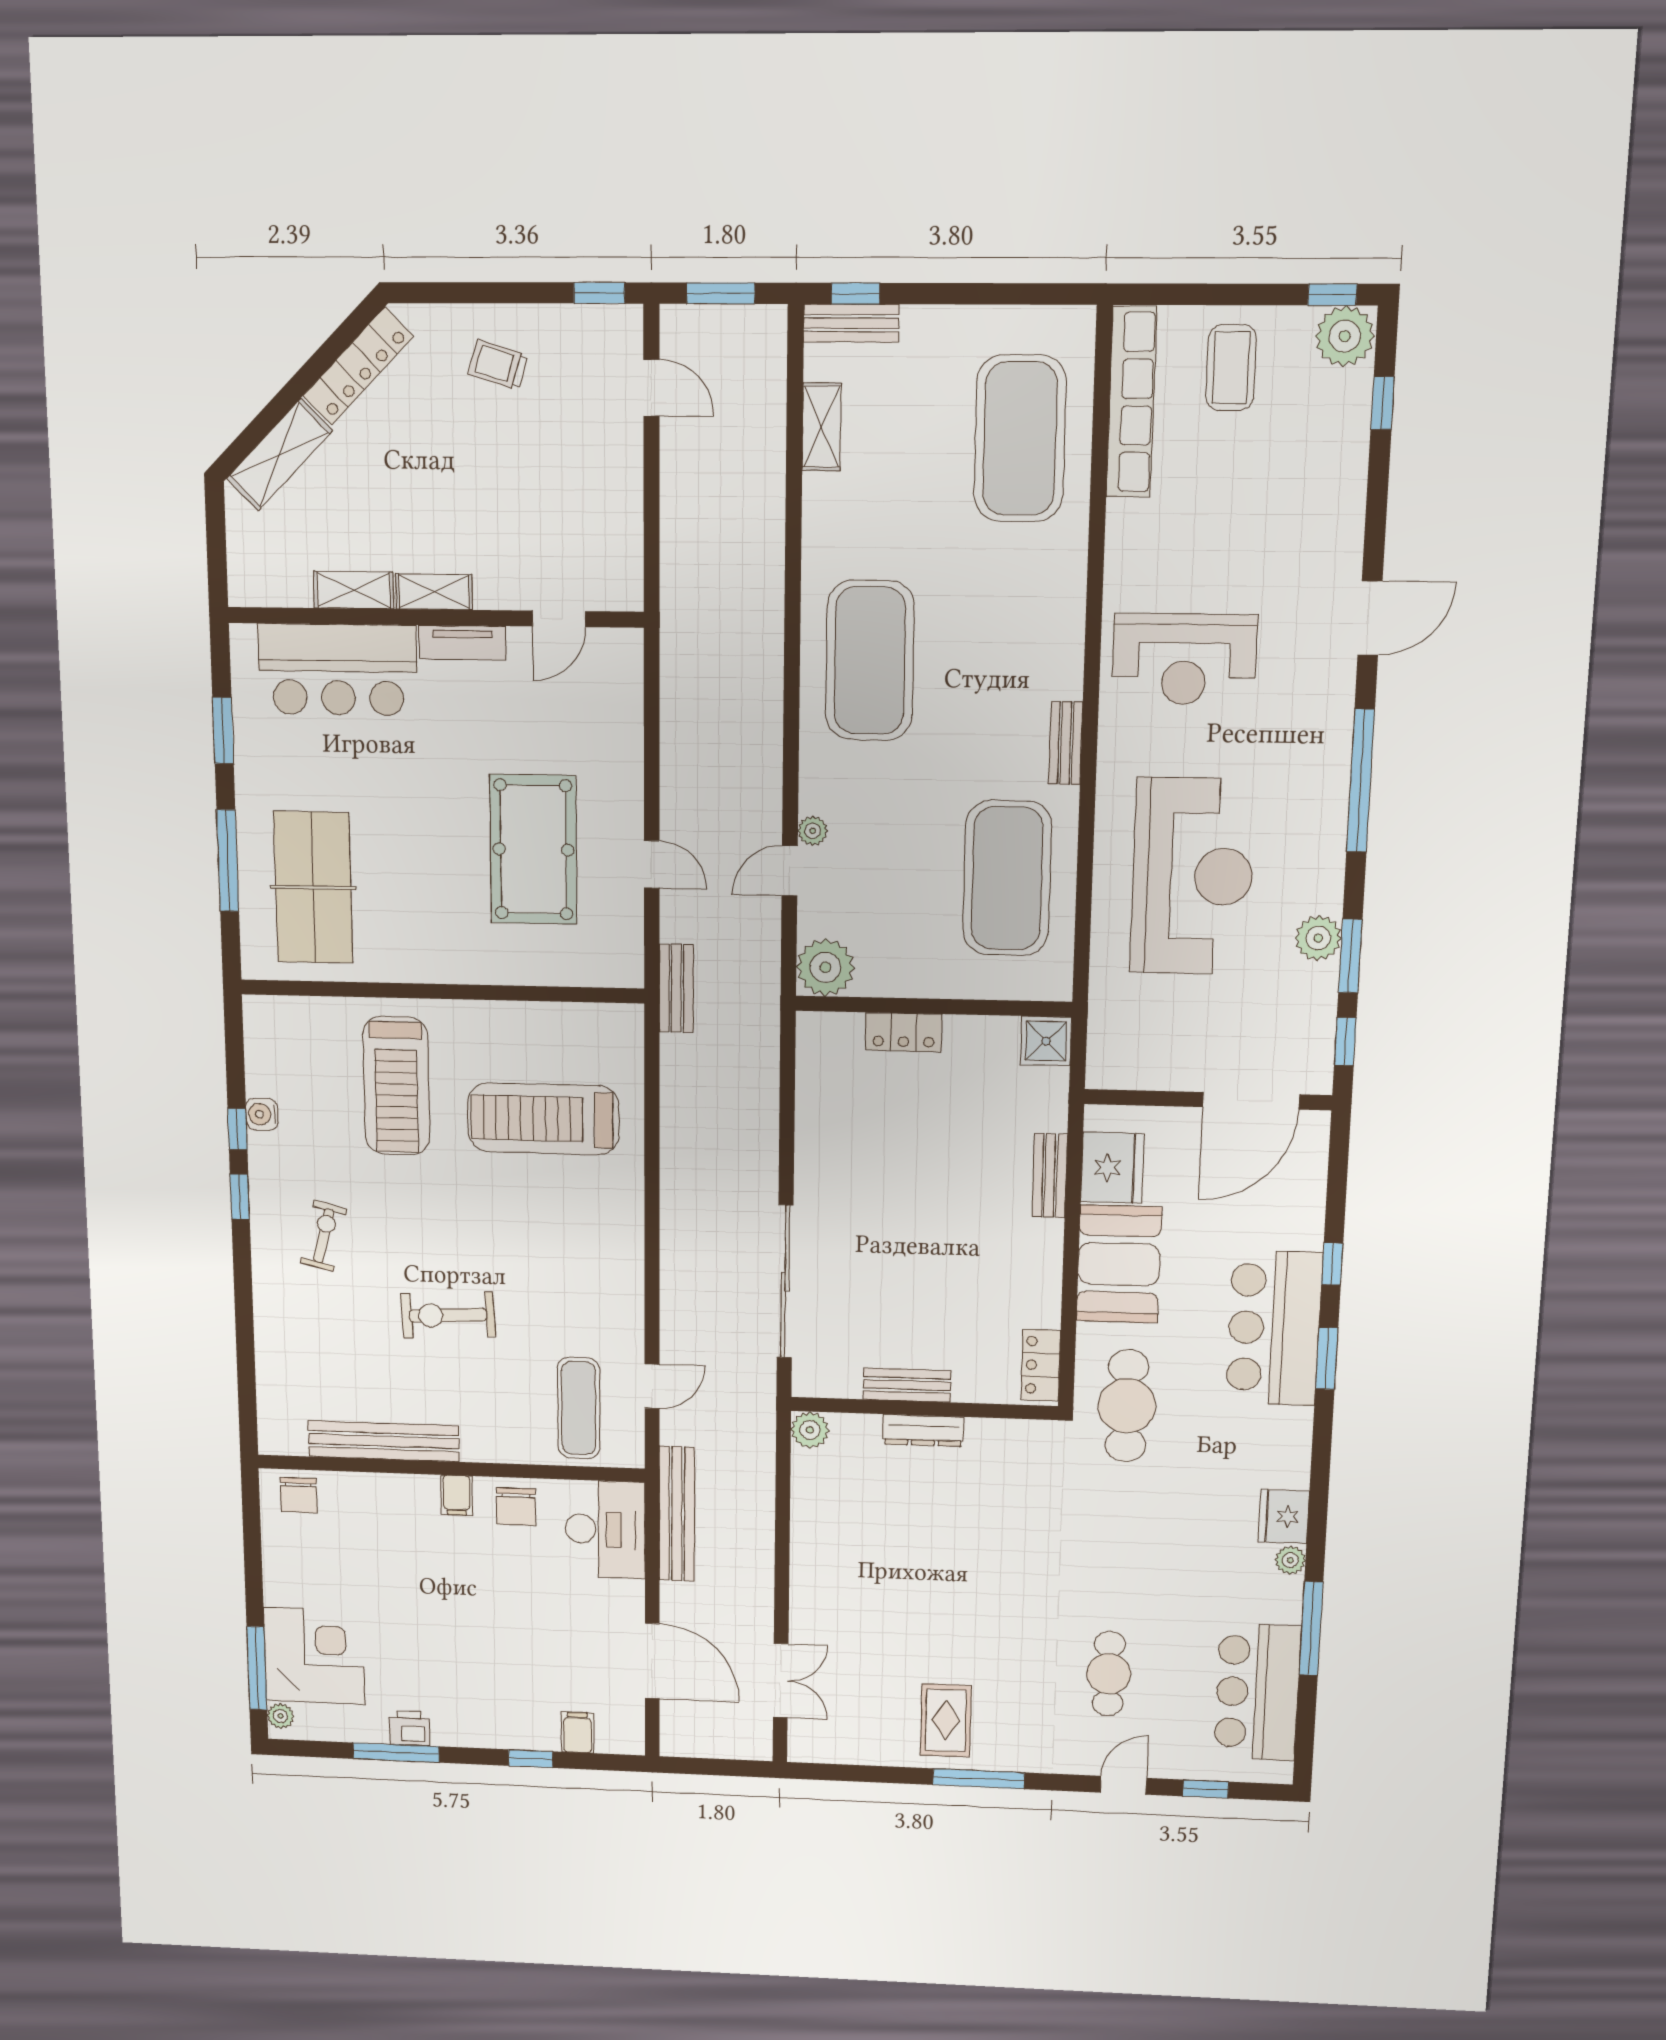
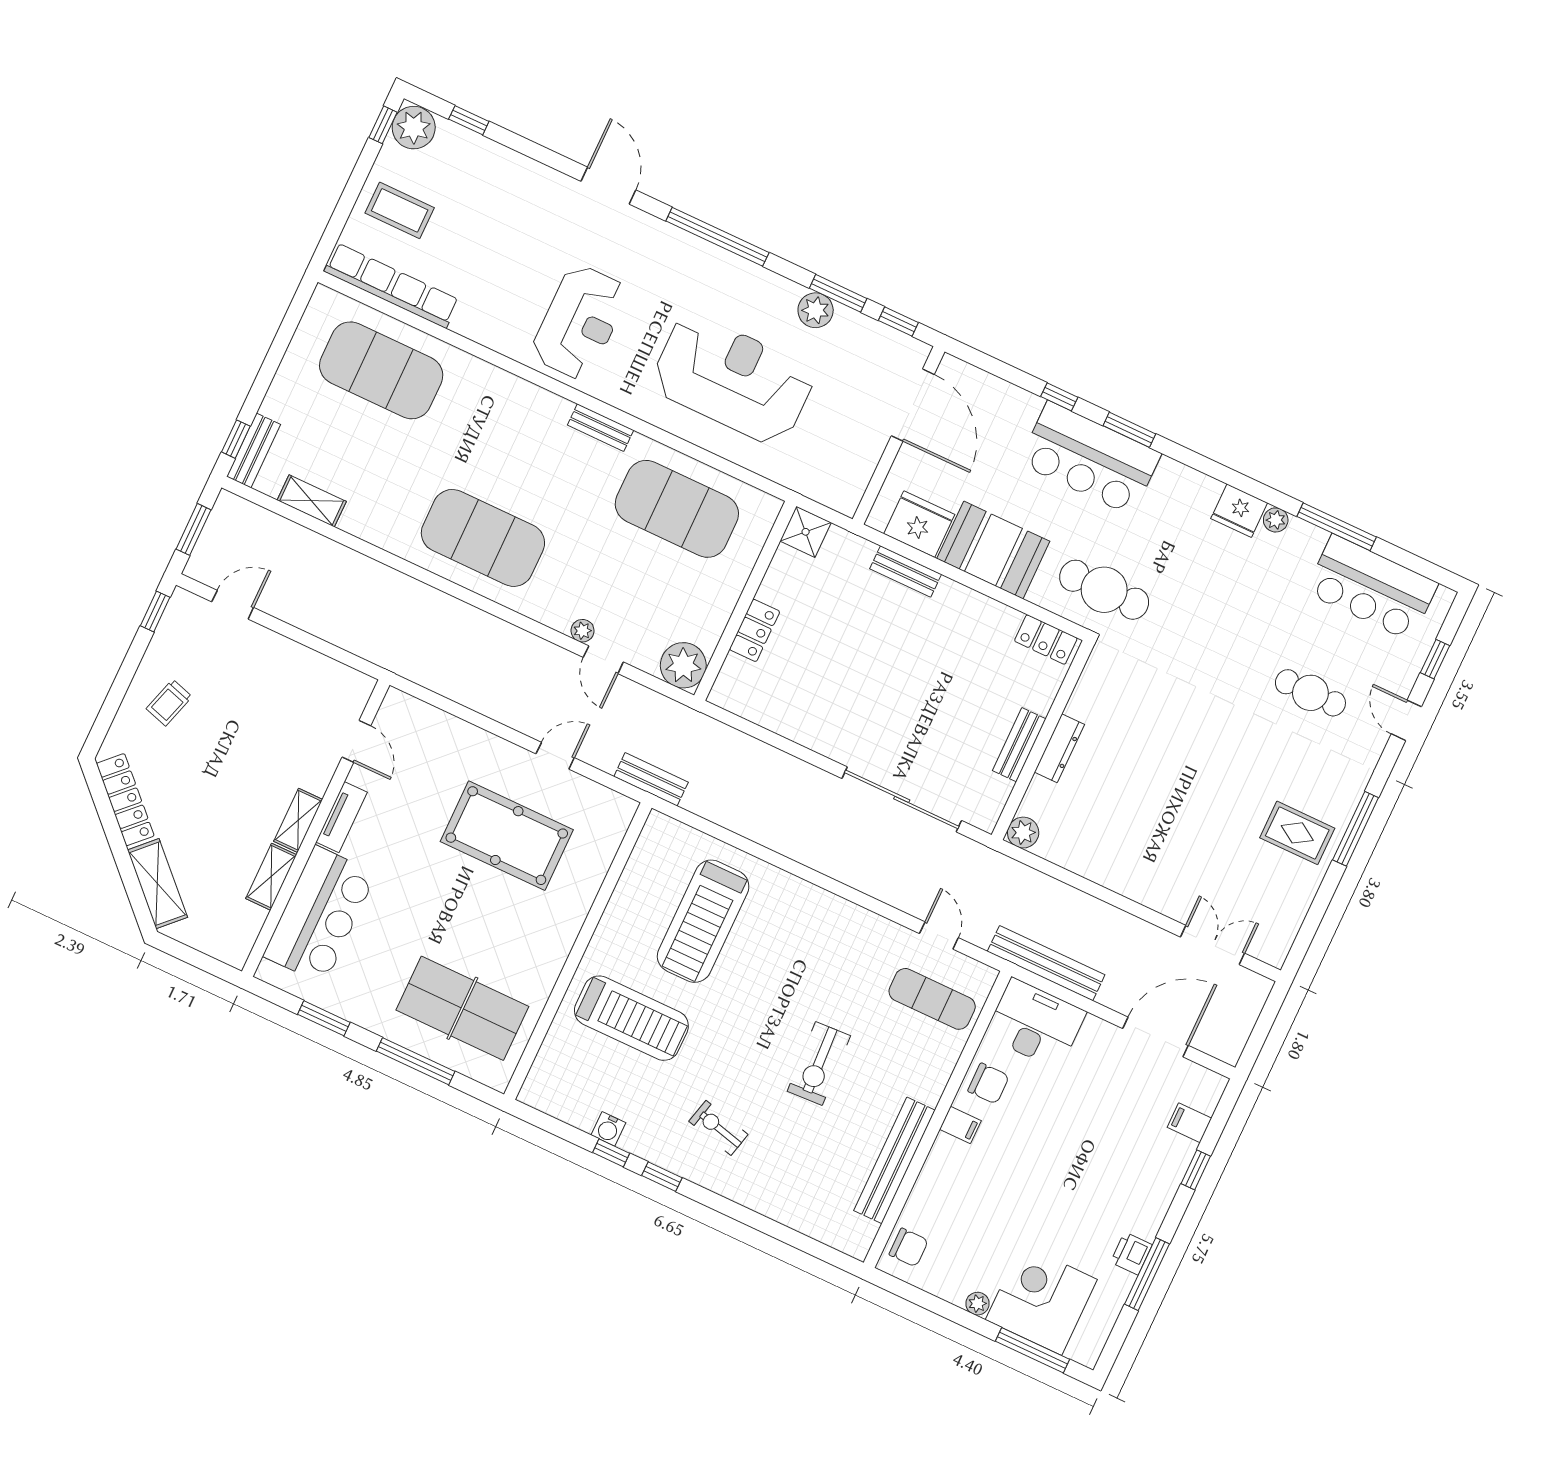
plant: (281, 1716) -> (977, 1304), moved

